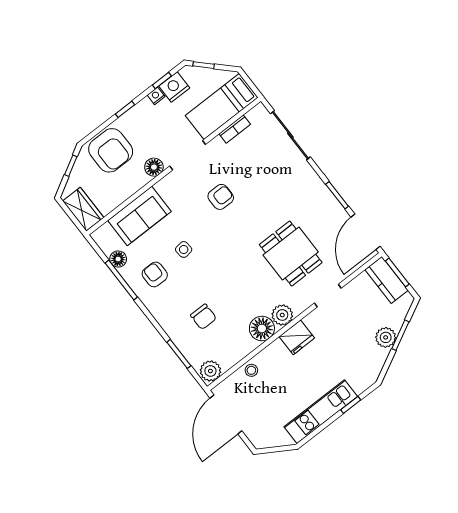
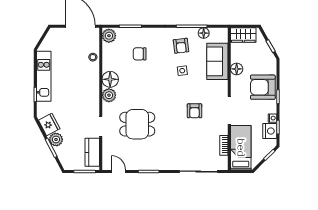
armchair: (111, 150) -> (263, 87), moved
floor lamp: (154, 167) -> (237, 69), moved
door: (366, 232) -> (118, 171), width x0.53
armchair: (155, 274) -> (181, 46), turned 83
kitchen counter: (387, 280) -> (92, 152), moved, turned -90
fridge: (297, 337) -> (49, 124), moved, turned 153

